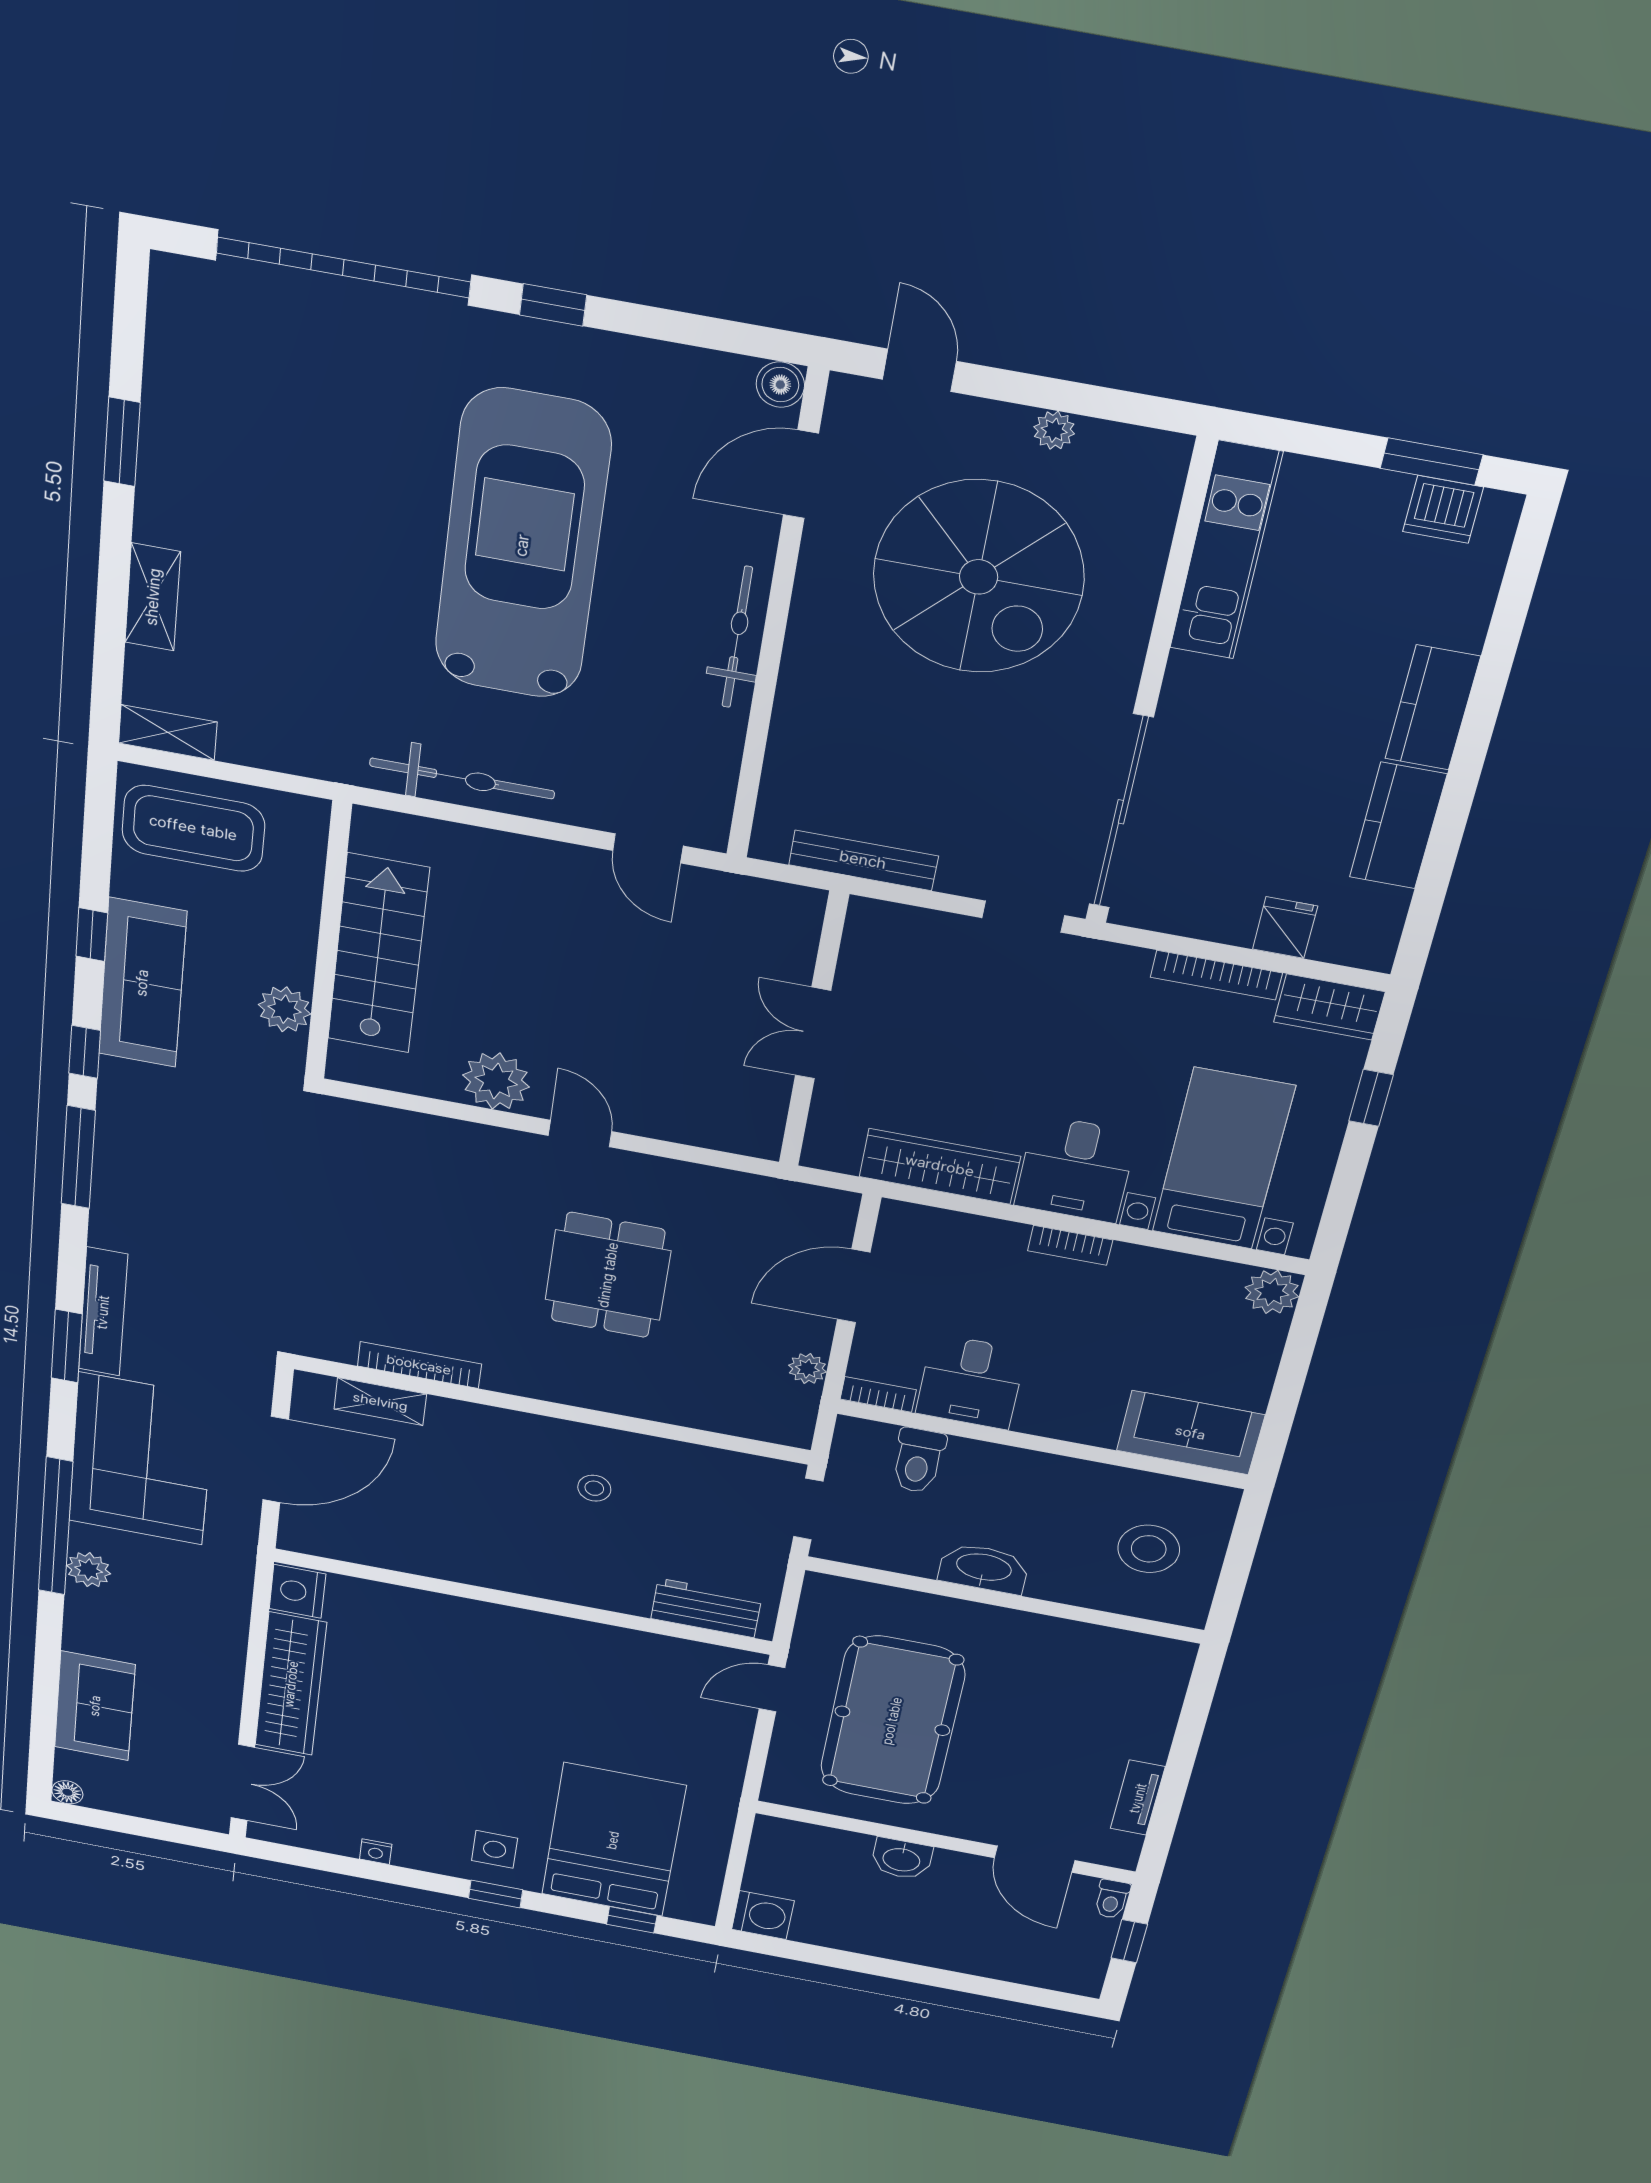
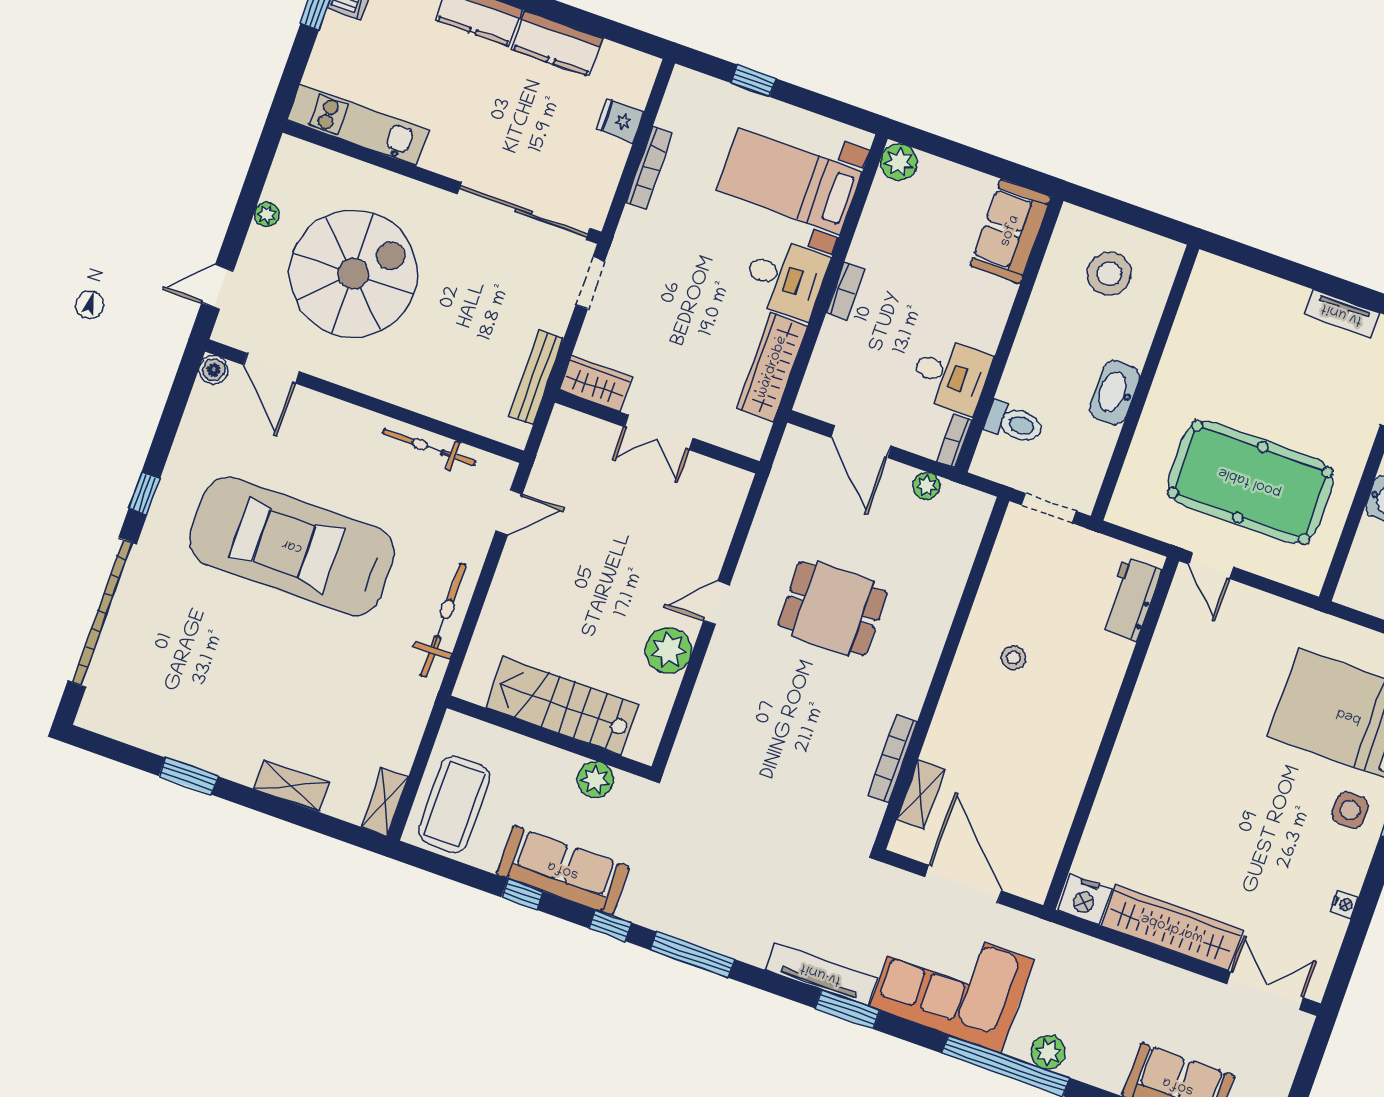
bicycle: (737, 637) -> (429, 447), moved
wardrobe: (1329, 1007) -> (595, 383), moved, turned -90

